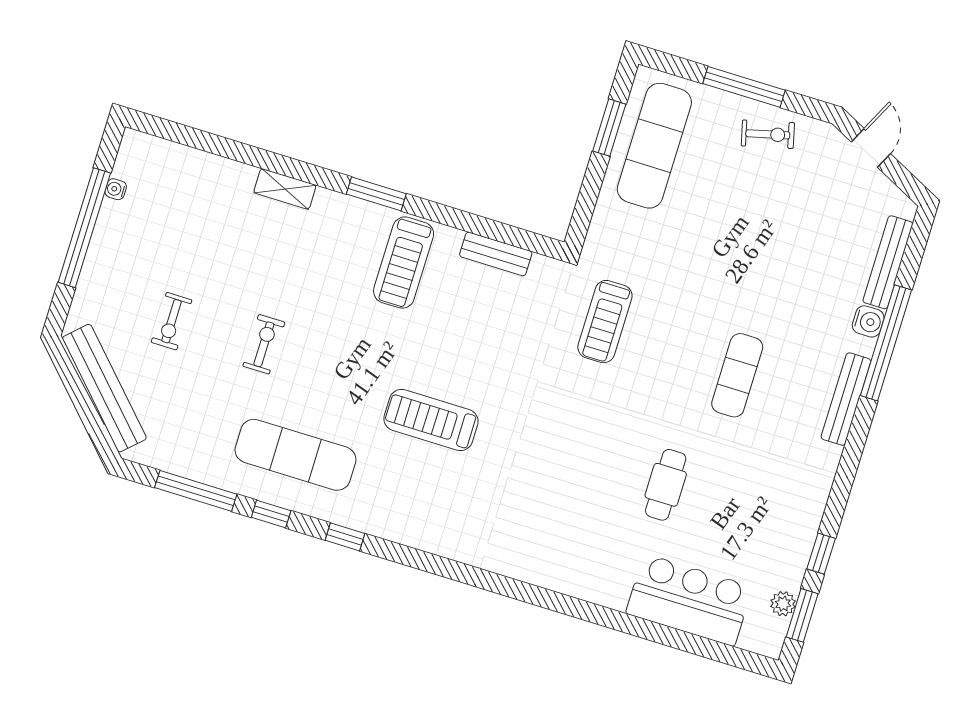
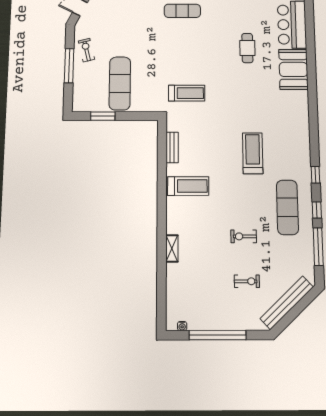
exercise mat: (654, 146) -> (120, 83), moved, turned 90
water cooler: (116, 189) -> (182, 326), moved
window: (376, 194) -> (162, 207), removed
exercise mat: (737, 375) -> (182, 11), moved
treadmill: (431, 420) -> (253, 153), turned 180
cafe table: (666, 485) -> (247, 48), turned 90
booth: (587, 569) -> (293, 69), added

